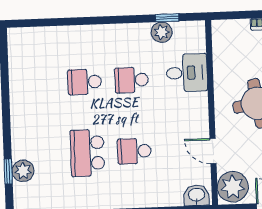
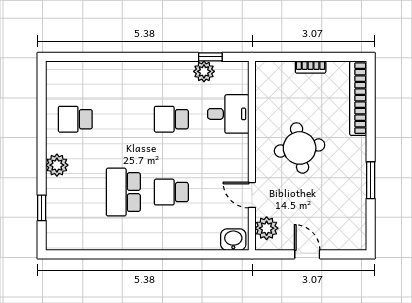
school desk: (85, 82) -> (75, 119), moved
plant: (23, 171) -> (57, 165), moved
plant: (233, 187) -> (267, 228), width x0.73, depth x0.73

